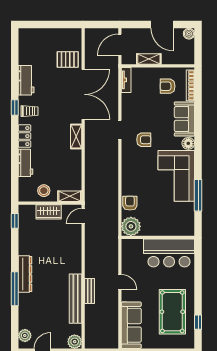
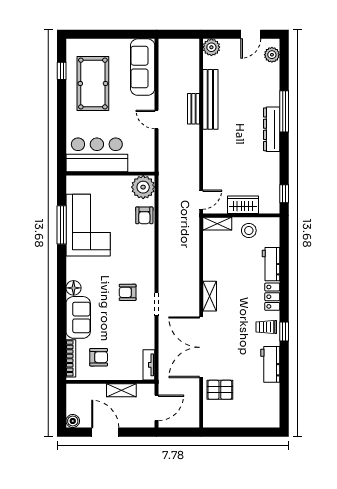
corner sofa: (176, 176) -> (88, 225), moved

